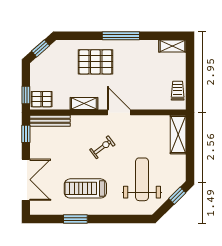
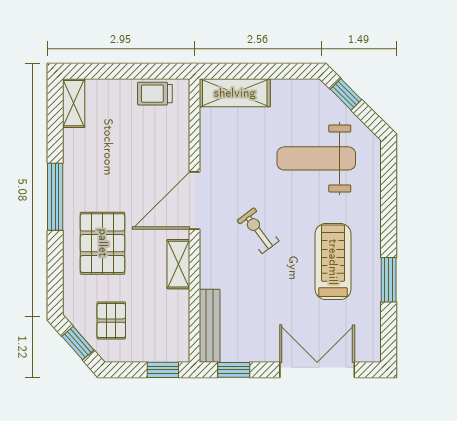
pallet: (42, 99) -> (111, 321), moved
door: (119, 112) -> (194, 200), width x1.36
treadmill: (85, 188) -> (333, 262), turned 180

